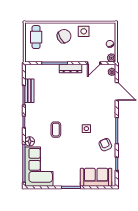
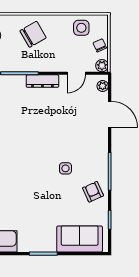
side table: (84, 31) -> (81, 28), moved
coffee table: (56, 130) -> (21, 170), removed

